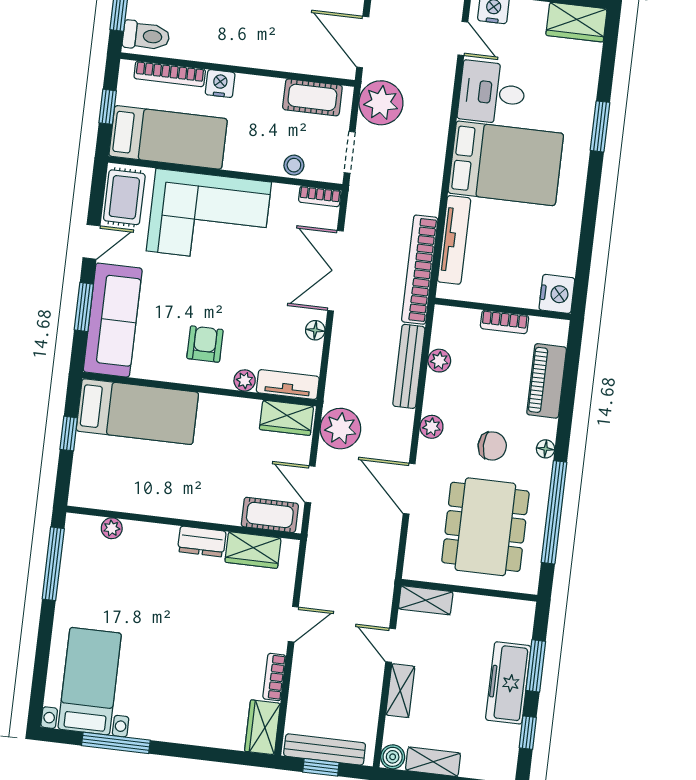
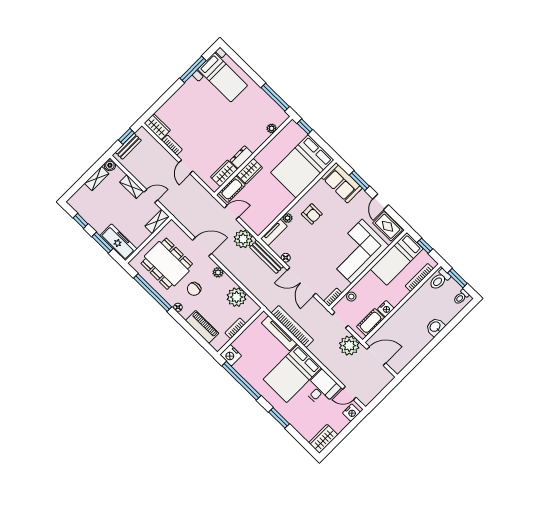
nightstand: (220, 84) -> (386, 309), moved
window: (586, 241) -> (241, 381), added
bookcase: (420, 270) -> (292, 327), moved
double door: (335, 271) -> (301, 282), swing flipped
sofa: (113, 320) -> (342, 183), width x0.73
plant: (439, 361) -> (237, 297), width x1.87, depth x1.87
bench: (409, 366) -> (267, 257), moved
bed: (137, 412) -> (302, 166), width x1.50
wardrobe: (287, 418) -> (250, 171), moved, turned 180
window: (69, 434) -> (305, 127), moved
freezer: (508, 683) -> (118, 242), moved
bench: (325, 749) -> (128, 146), width x0.73

